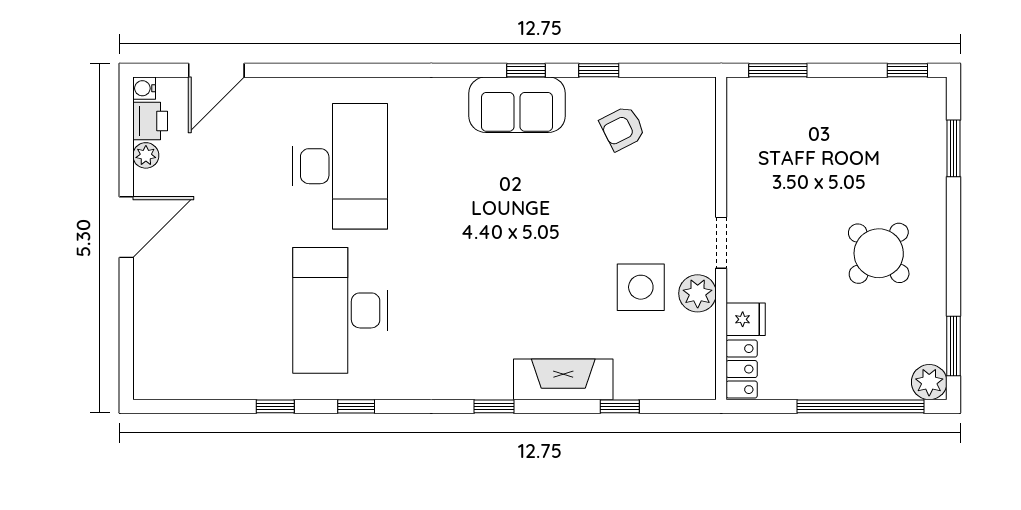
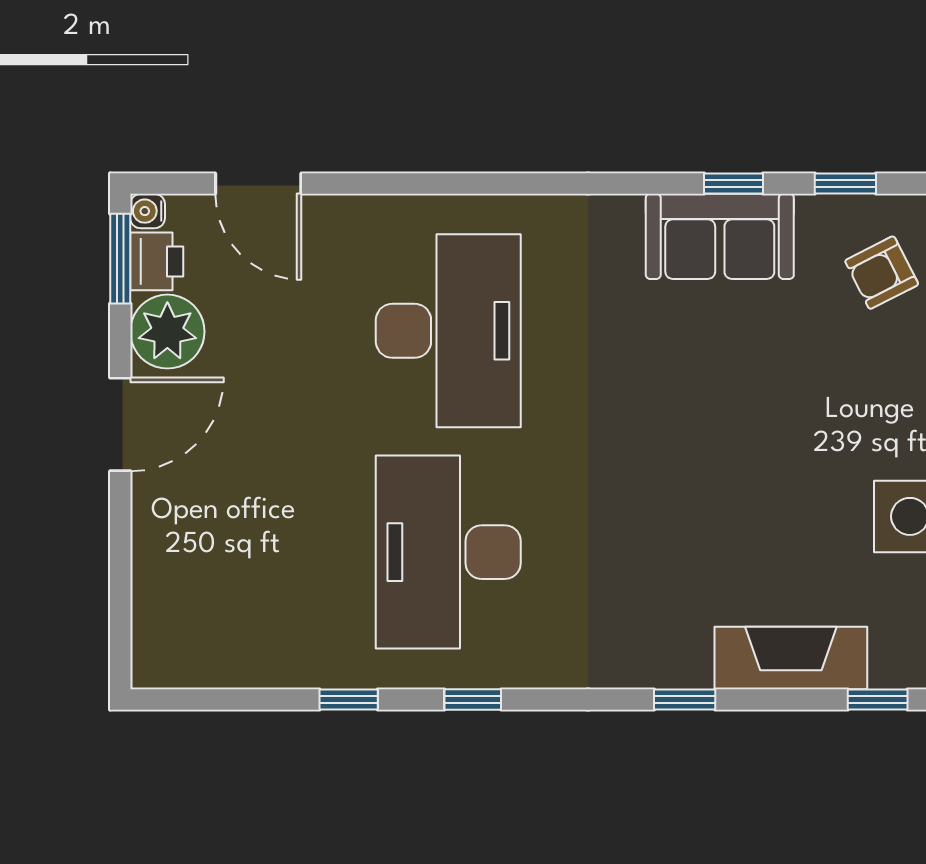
door: (216, 70) -> (258, 183), hinge flipped
window: (126, 119) -> (120, 259), added
plant: (146, 155) -> (167, 332), width x1.87, depth x1.87

